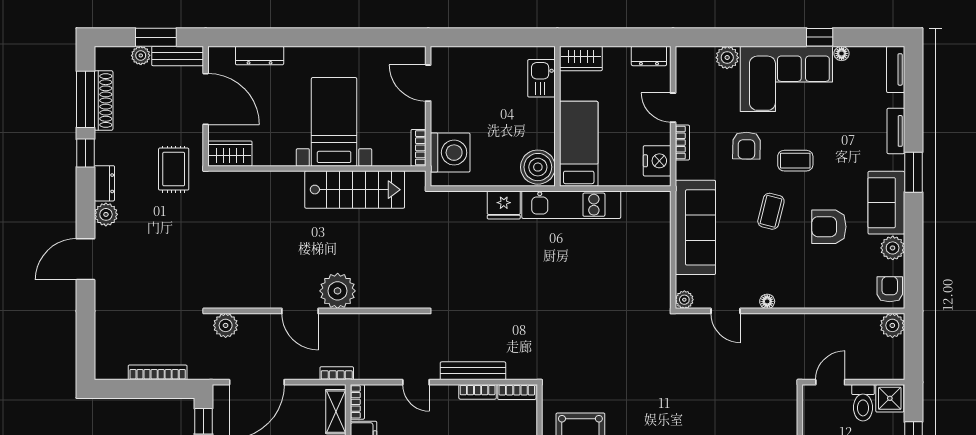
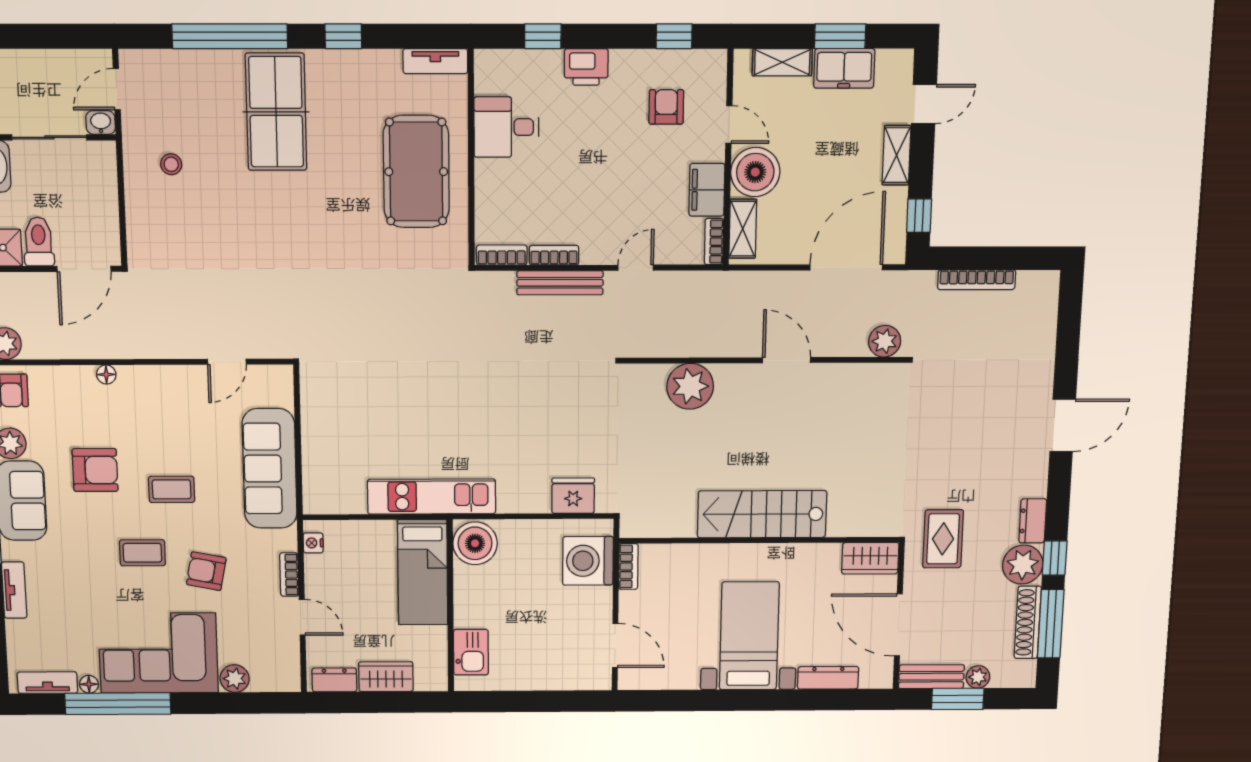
window: (820, 37) -> (118, 704), width x3.17
wardrobe: (581, 58) -> (386, 677), moved
tv unit: (896, 69) -> (47, 683), moved, turned -90
bed with nightstands: (334, 122) -> (749, 636), moved, turned 180
armchair: (747, 146) -> (206, 571), turned -80
nightstand: (657, 161) -> (313, 543), width x0.53, depth x0.56
stairs: (355, 190) -> (762, 514), moved
fridge: (504, 205) -> (573, 496), moved
coffee table: (771, 211) -> (172, 489), turned 76
plant: (106, 214) -> (1023, 565), moved, width x1.36, depth x1.36
plant: (338, 291) -> (690, 386), moved
plant: (684, 300) -> (282, 376), removed
floor lamp: (767, 301) -> (106, 374), moved
door: (725, 311) -> (227, 362), swing flipped
bookcase: (337, 373) -> (740, 279), removed
door: (416, 382) -> (636, 268), hinge flipped
door: (830, 382) -> (84, 269), width x1.38

